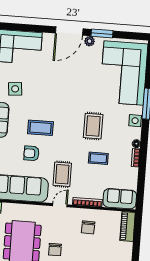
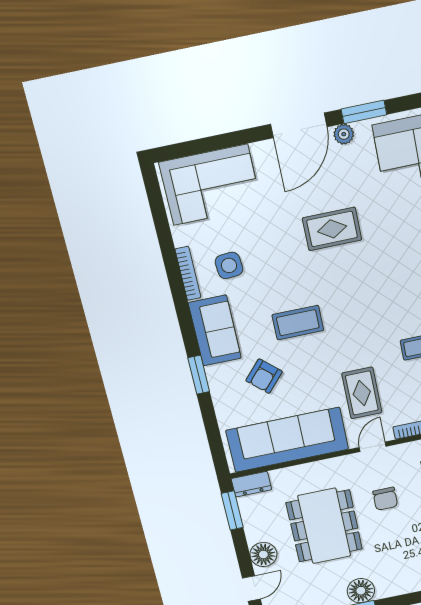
rug: (93, 126) -> (332, 229), moved, turned 90
armchair: (31, 153) -> (264, 376), moved, turned -48
chair: (55, 250) -> (385, 499), moved

